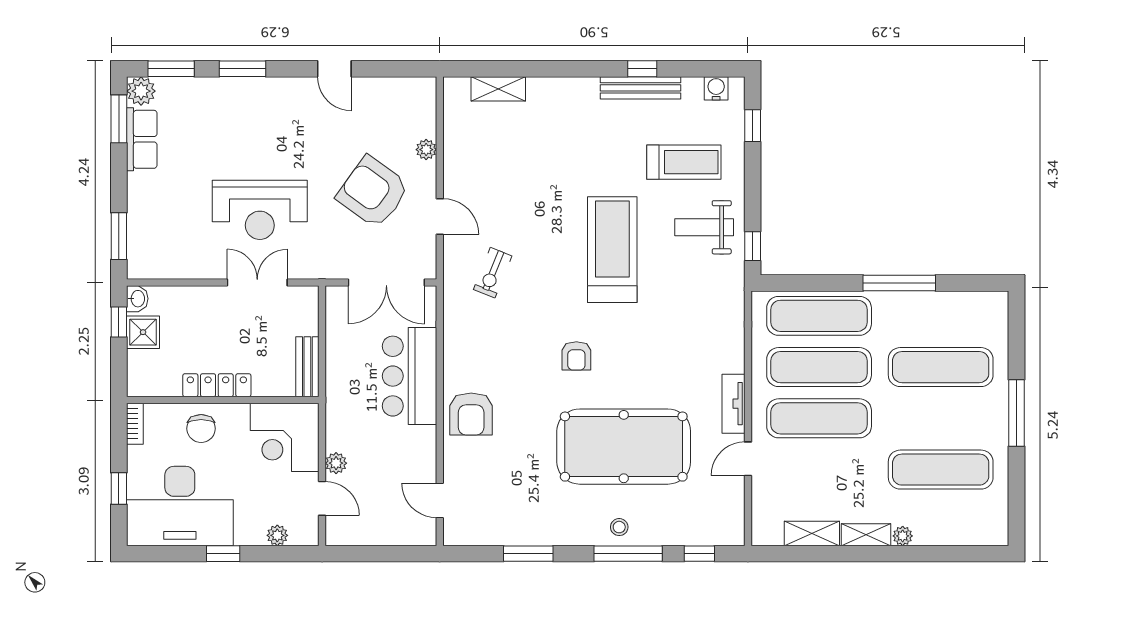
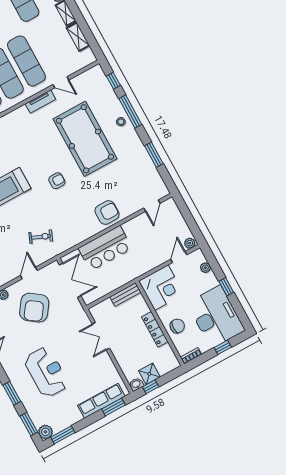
row of seats: (142, 139) -> (101, 401), moved, width x1.48
reception desk: (260, 210) -> (46, 372), moved
plant: (336, 463) -> (190, 243), moved

